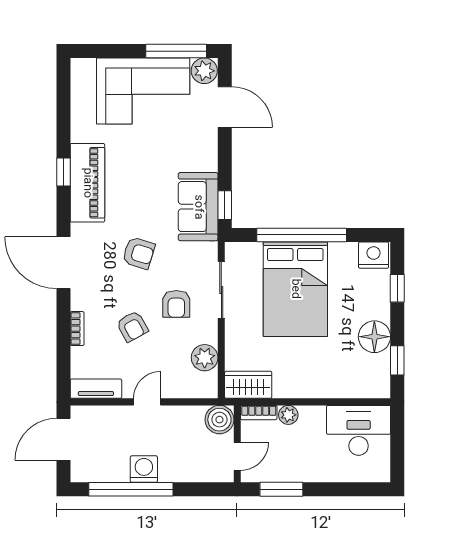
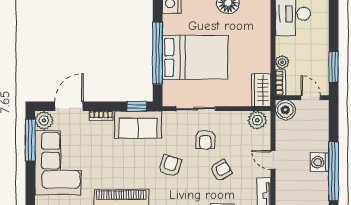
bookcase: (211, 153) -> (101, 116), added
armchair: (176, 304) -> (205, 140), turned 90
plant: (205, 358) -> (257, 120), moved

